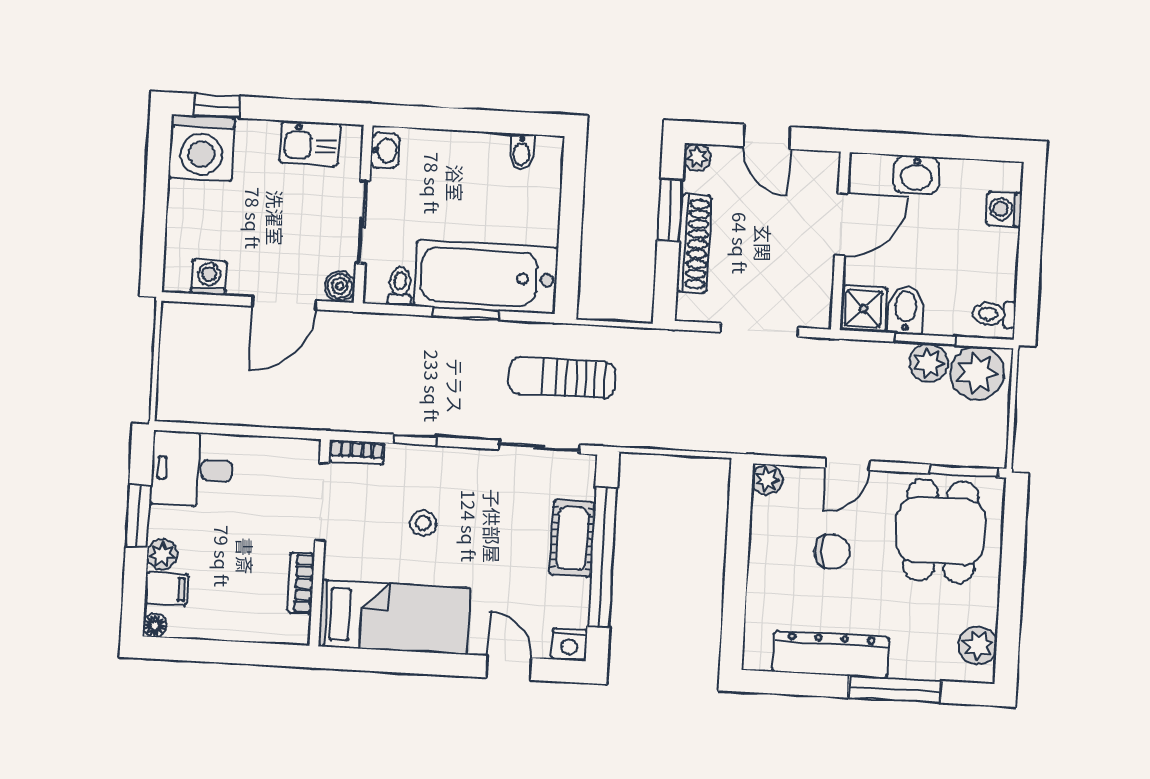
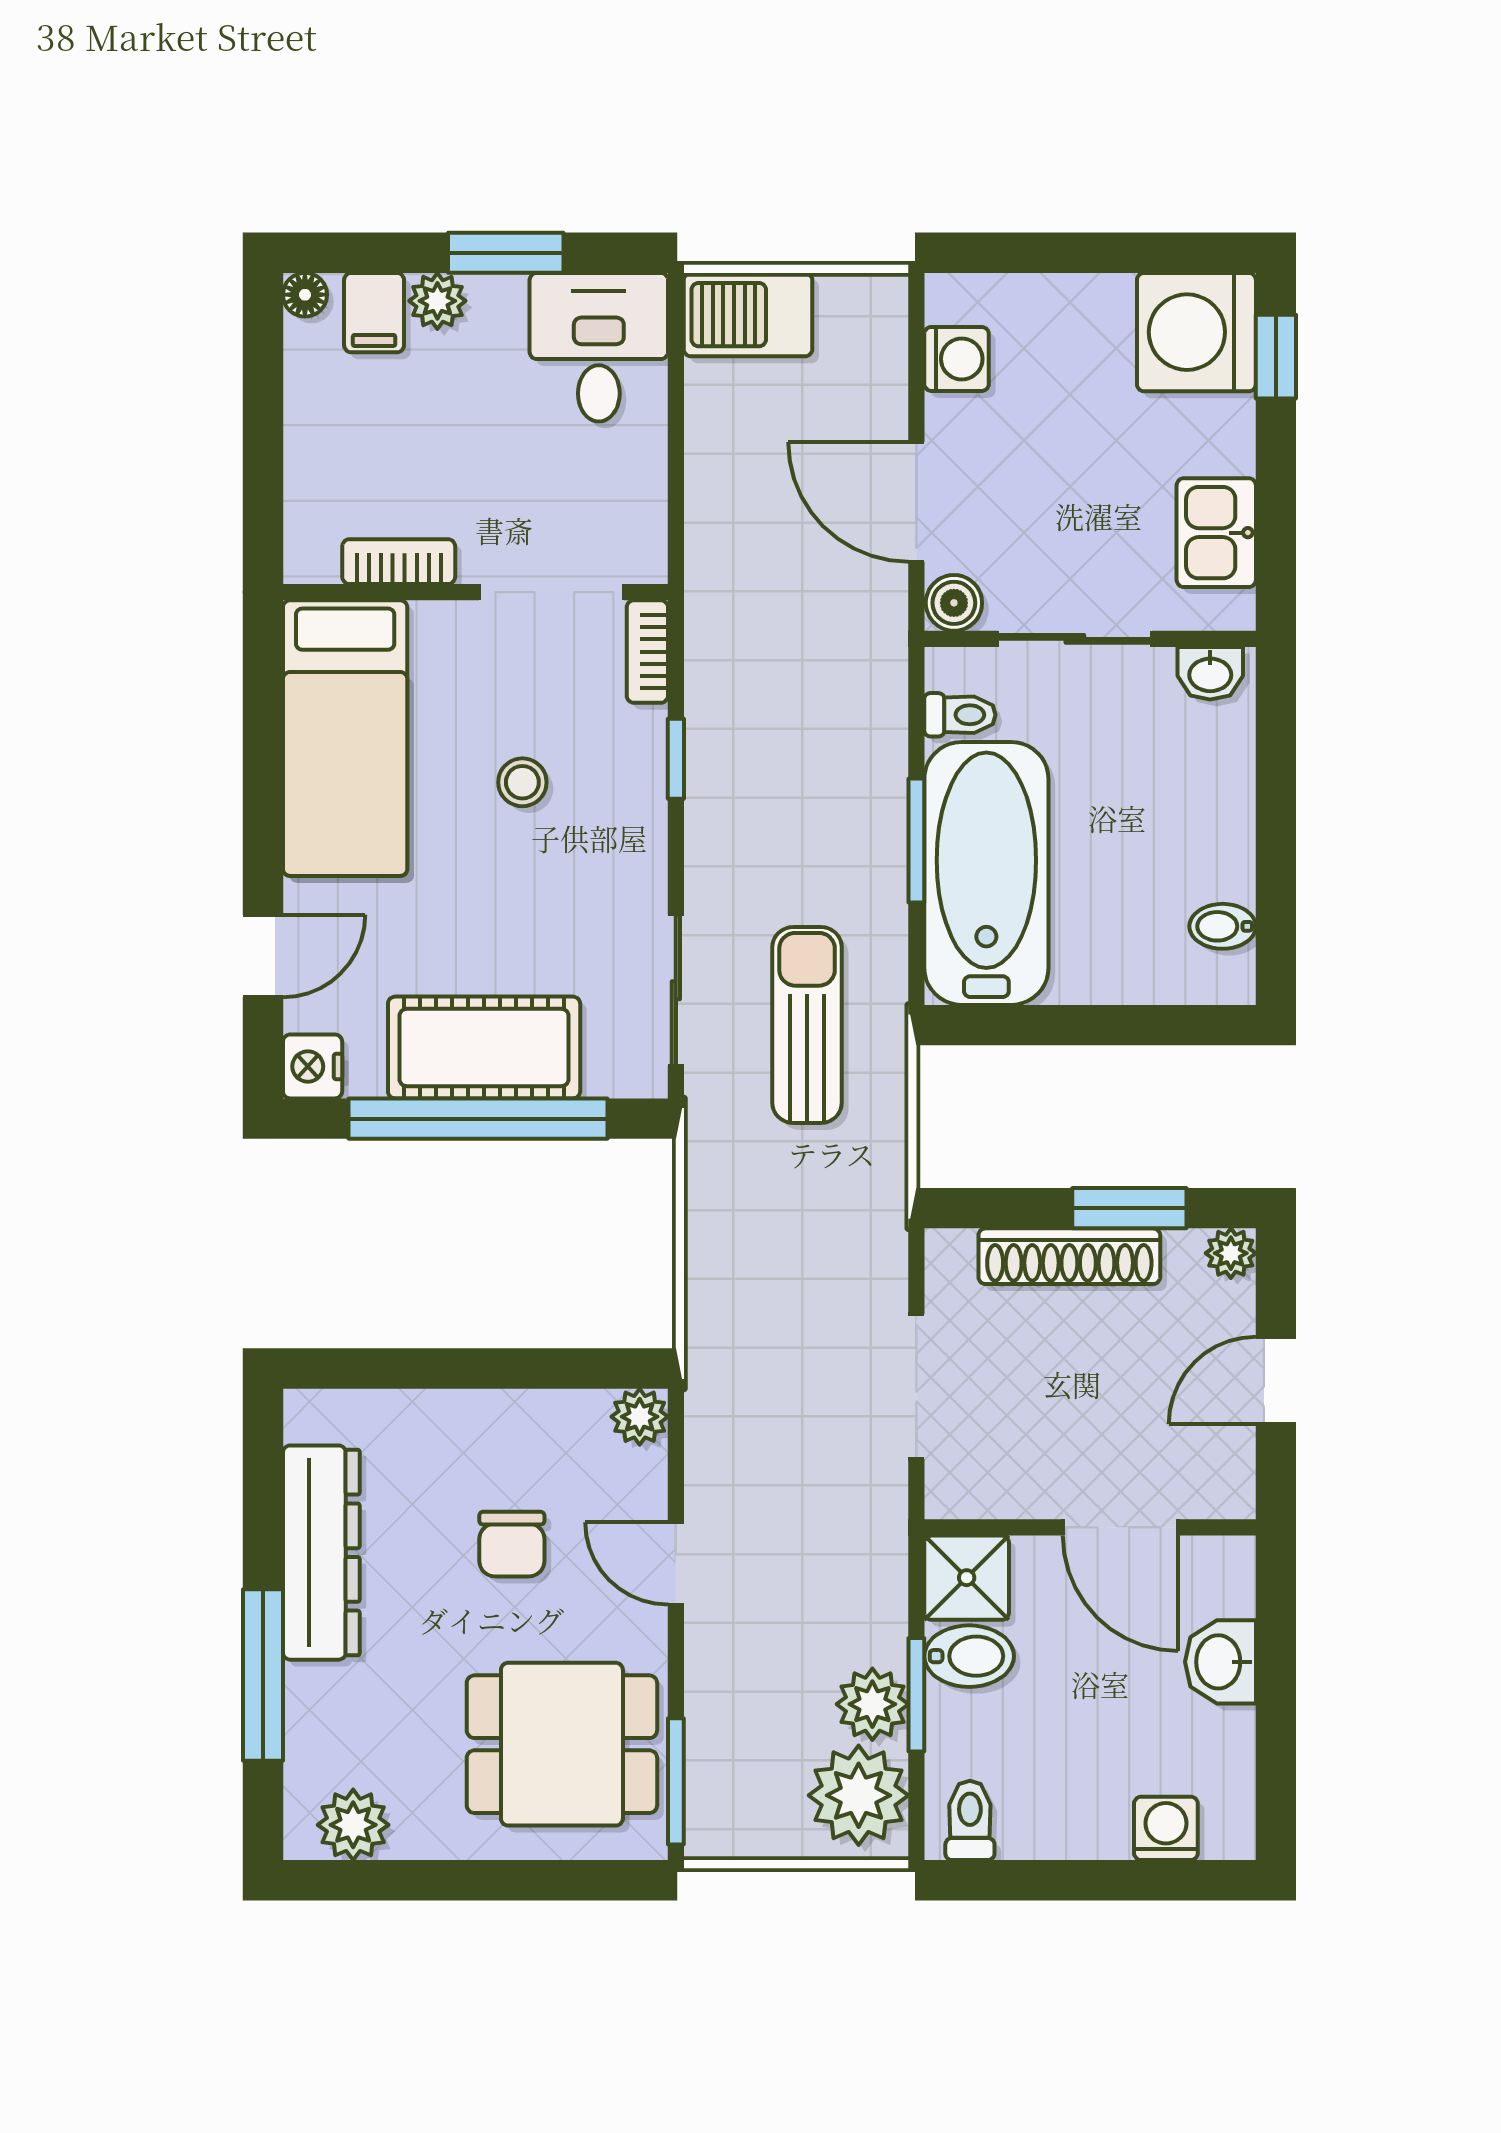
barbecue: (179, 388) -> (748, 315), added
cot: (572, 538) -> (484, 1048), width x1.37, depth x1.34

